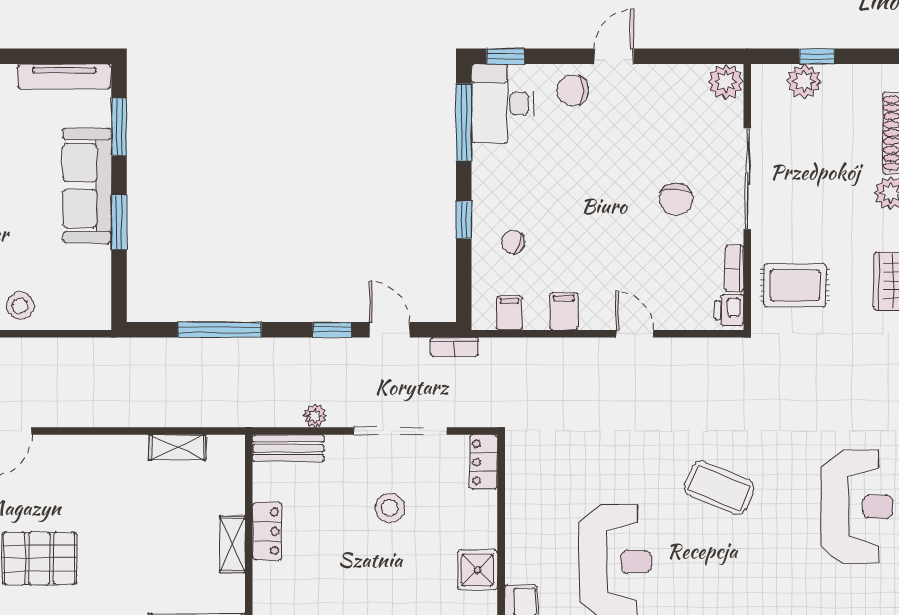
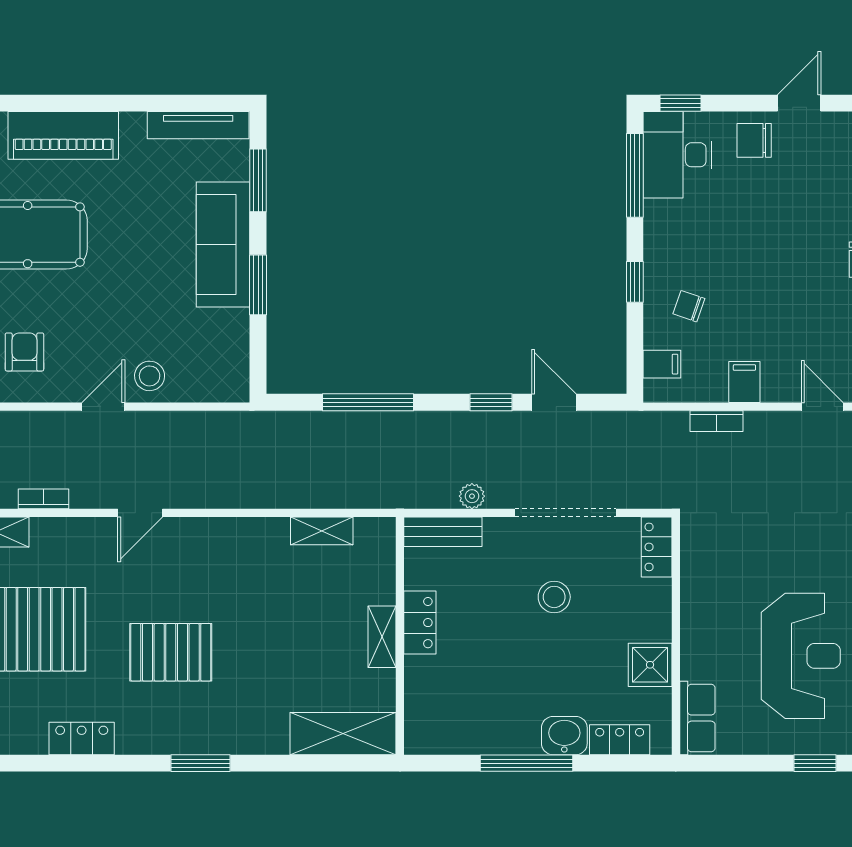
filing cabinet: (509, 313) -> (662, 364), moved, turned 90
bookcase: (454, 347) -> (717, 421), moved

